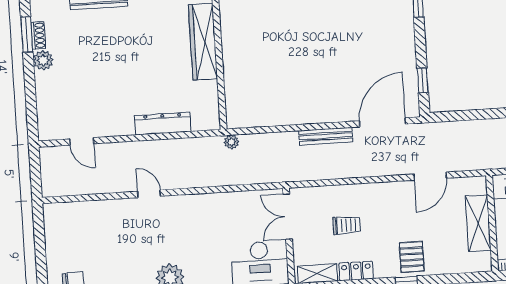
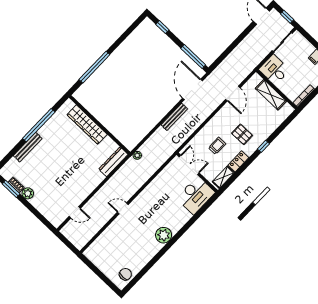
window: (423, 80) -> (193, 57), width x2.17
dresser: (163, 124) -> (113, 162), moved
double door: (288, 217) -> (189, 165), swing flipped
pallet: (412, 257) -> (242, 134), moved

